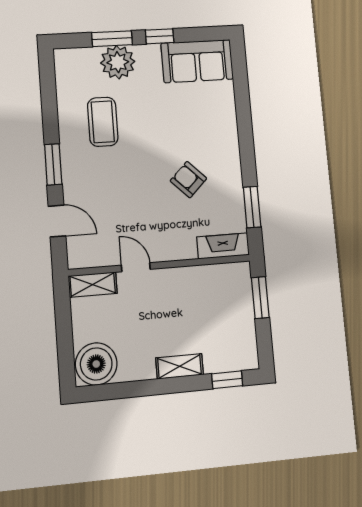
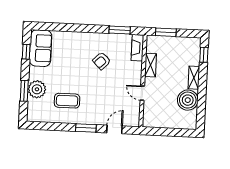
window: (160, 36) -> (26, 52), moved
door: (136, 267) -> (142, 93), hinge flipped
shelving: (93, 285) -> (151, 65), moved
boiler: (96, 364) -> (188, 100), moved

